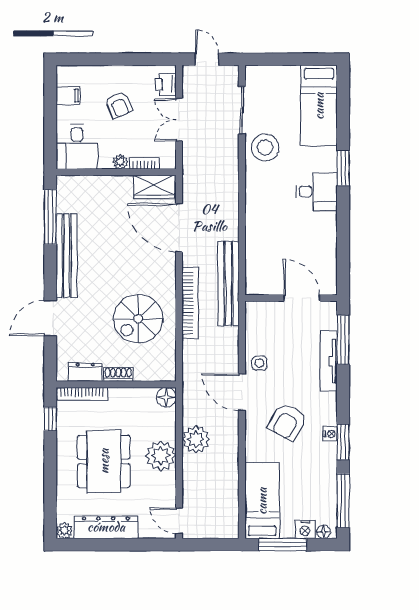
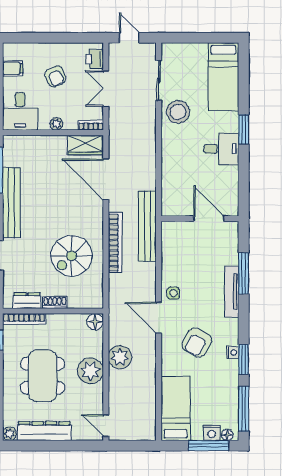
bookcase: (144, 163) -> (91, 125), moved
wall: (291, 298) -> (200, 219), moved
door: (302, 298) -> (209, 219), moved
window: (283, 545) -> (208, 446), moved

